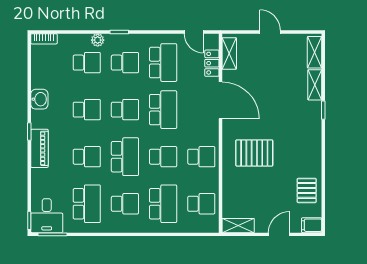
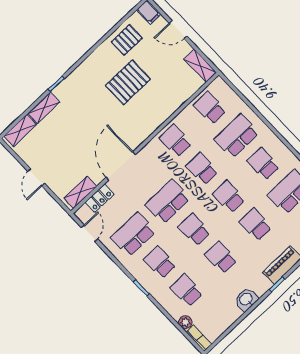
plant: (98, 40) -> (185, 322), moved
pallet: (254, 153) -> (128, 82), moved, turned 90
school desk: (125, 157) -> (229, 197), width x0.54

